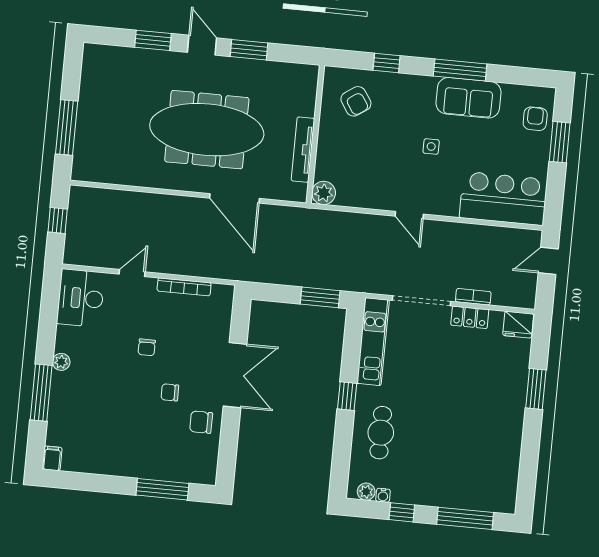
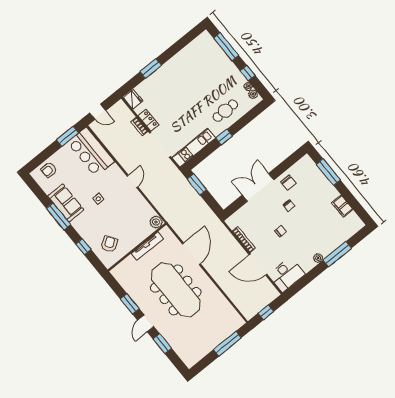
window: (560, 142) -> (67, 136), moved
door: (132, 273) -> (258, 265), width x1.87
filing cabinet: (52, 458) -> (342, 206), moved, width x2.00

